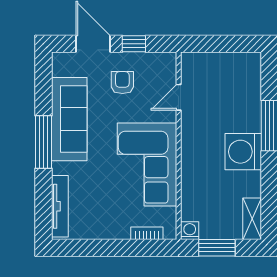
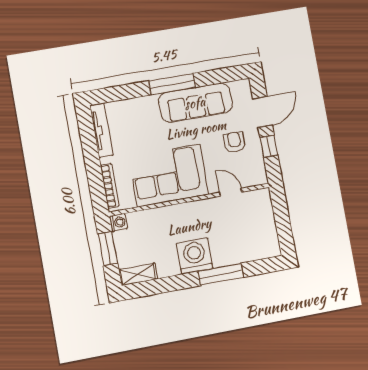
armchair: (122, 83) -> (235, 142), turned -90
tv unit: (60, 206) -> (101, 130), moved, turned -90
bookcase: (147, 233) -> (110, 186), width x1.56

